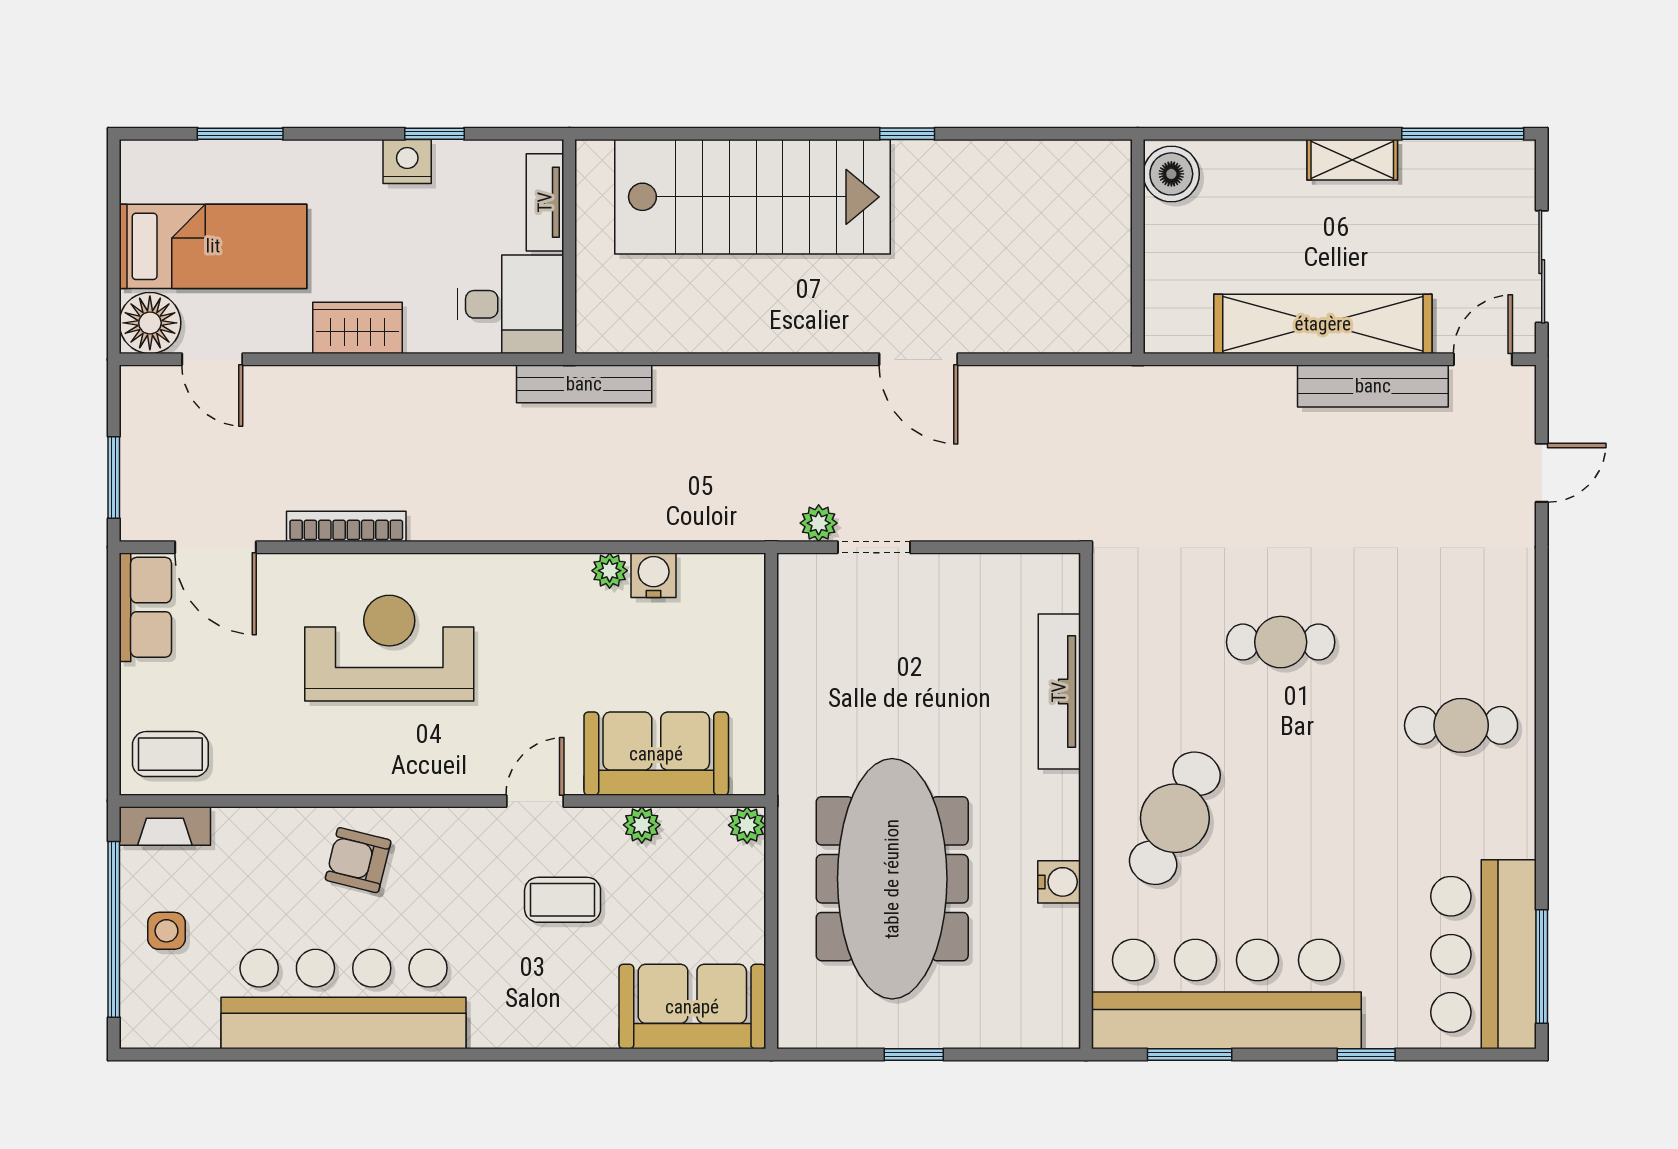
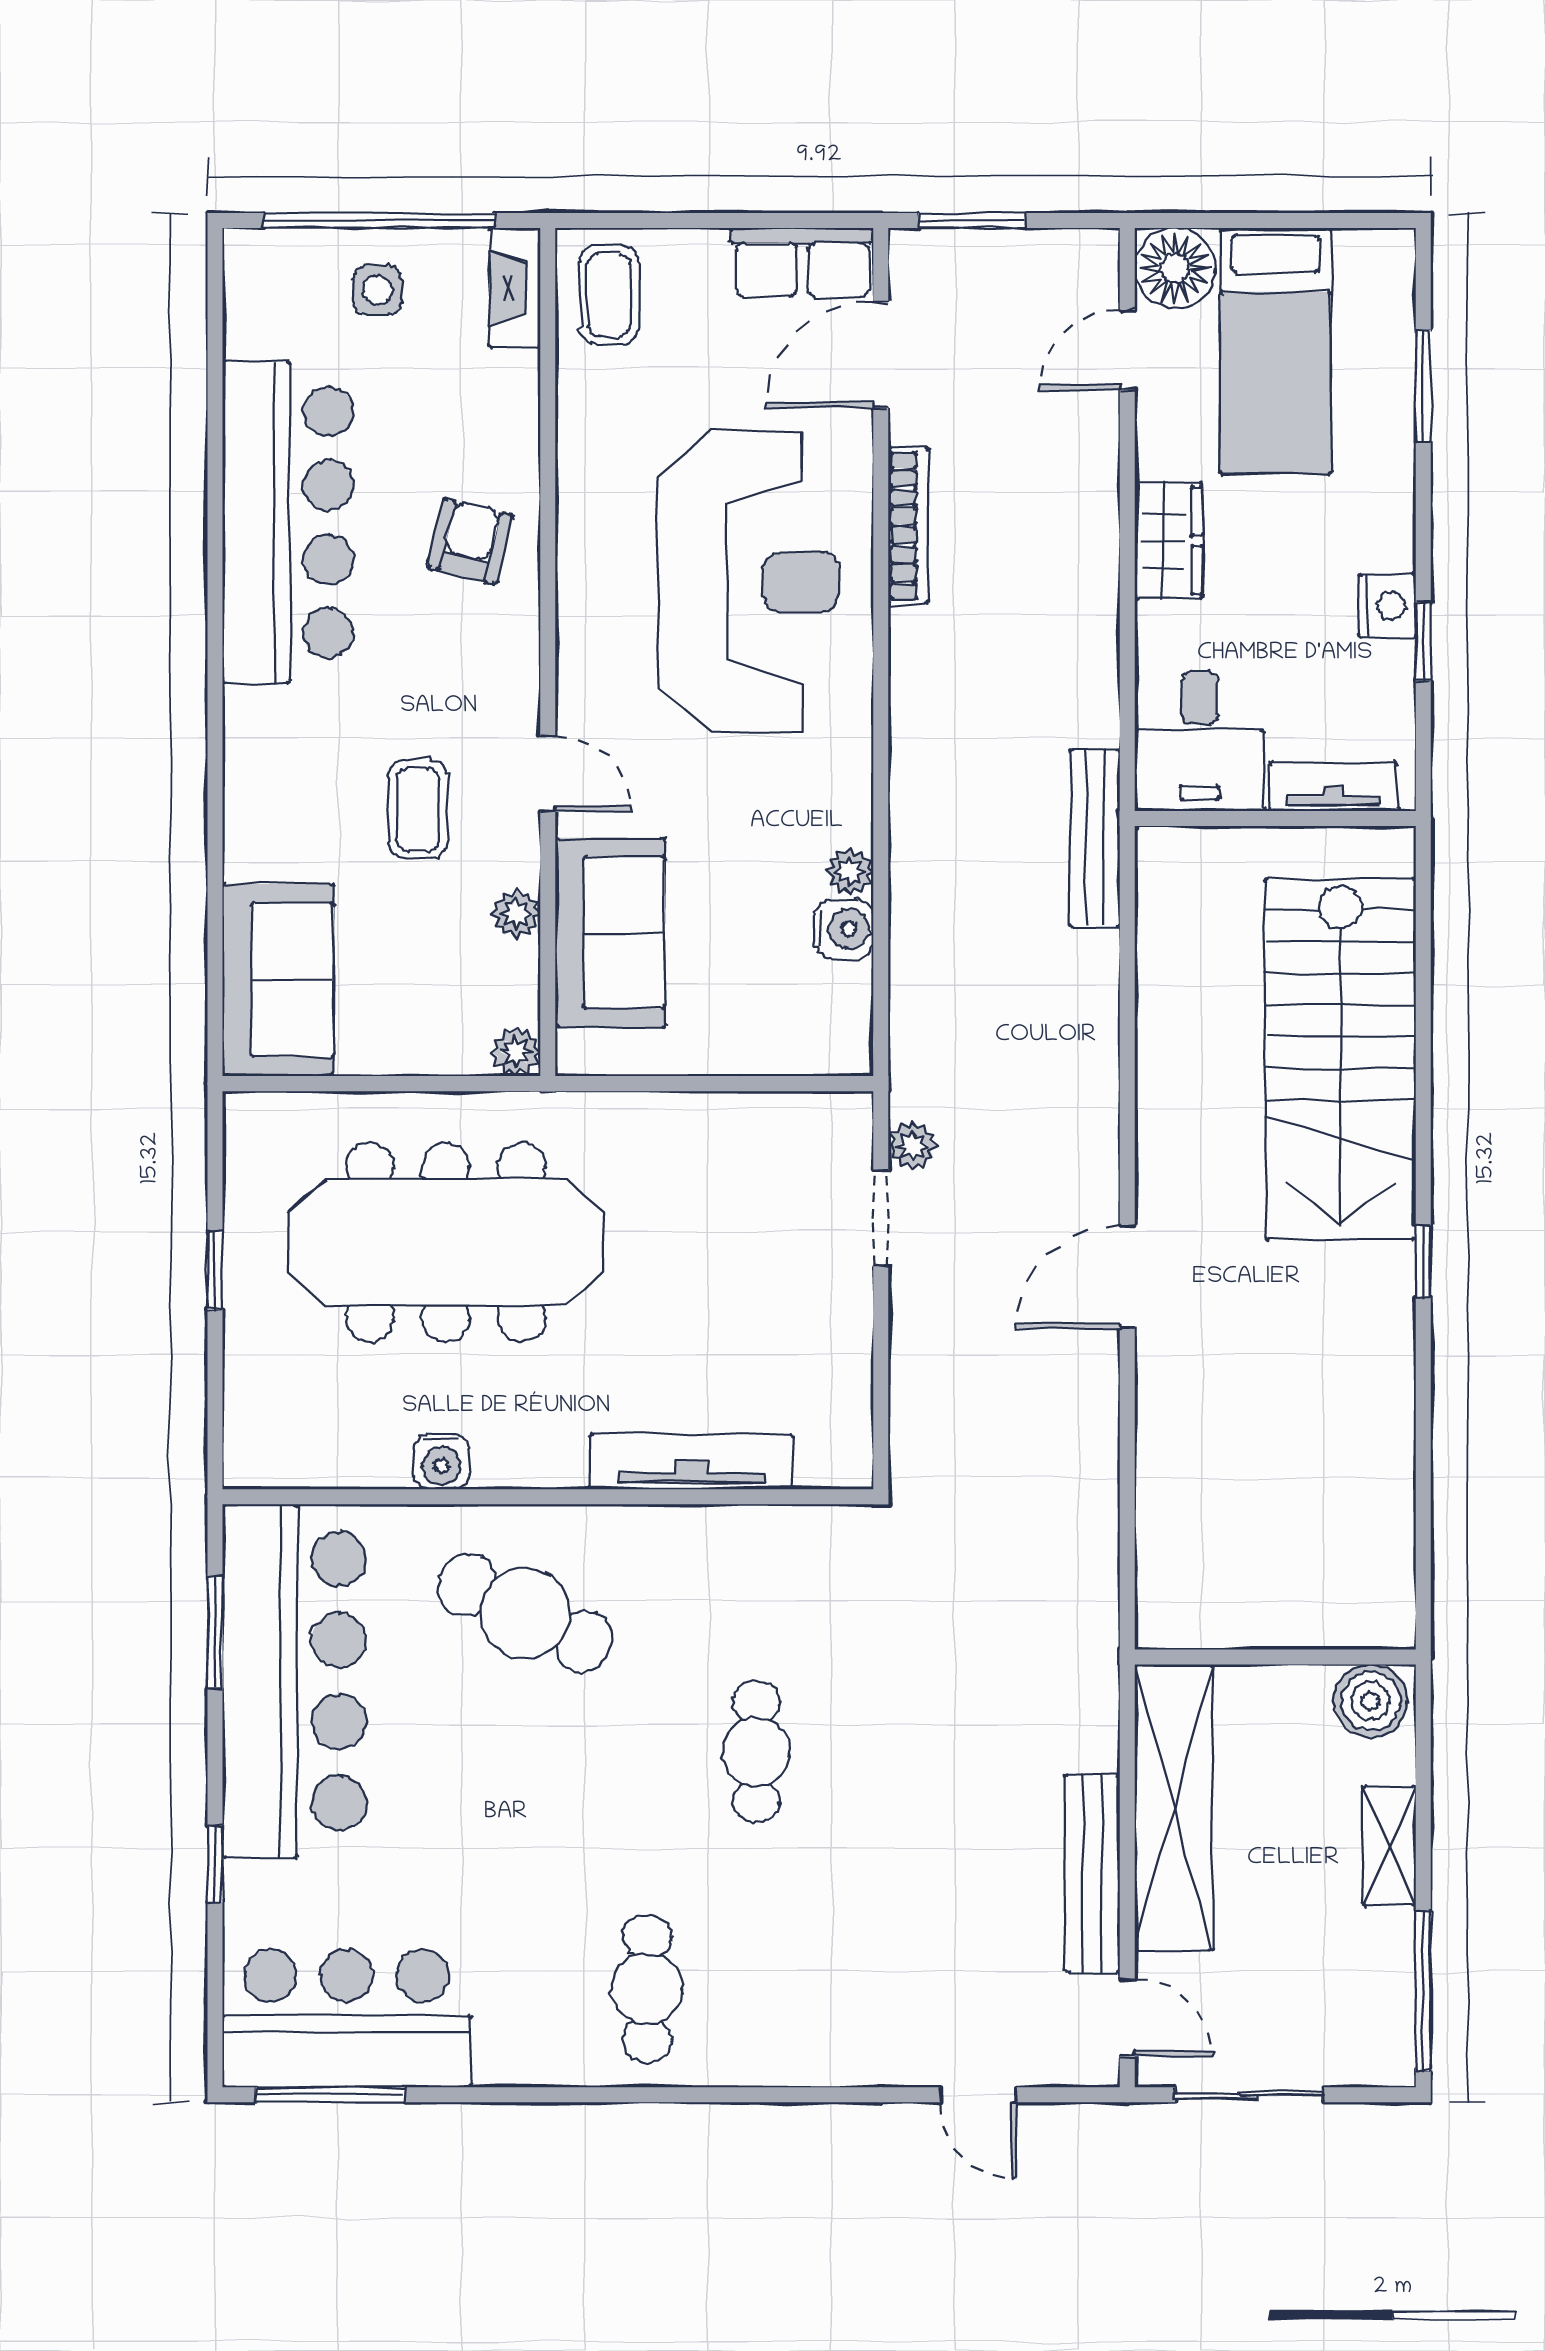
boiler: (1171, 174) -> (1371, 1701), moved
wall: (1138, 247) -> (1275, 1657), moved
reception desk: (389, 648) -> (748, 582), width x1.36, depth x1.30

